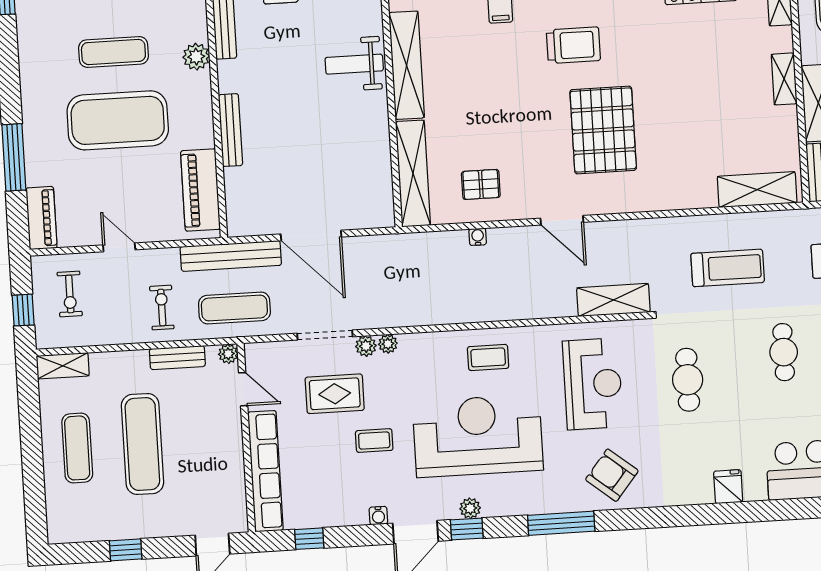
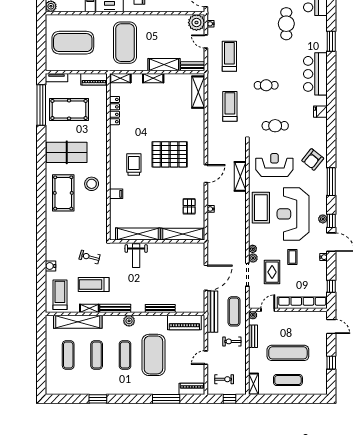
shelving: (613, 300) -> (240, 176), moved
coffee table: (488, 357) -> (261, 208), width x1.86, depth x1.72

